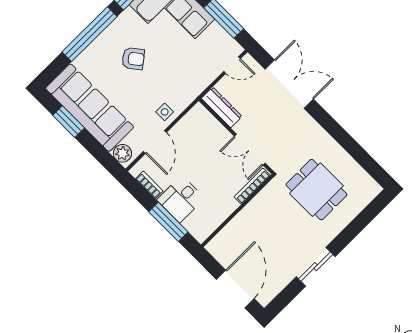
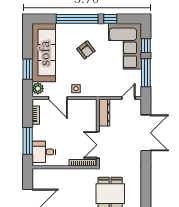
door: (232, 65) -> (128, 98), swing flipped
window: (69, 122) -> (28, 69), moved
door: (155, 142) -> (58, 98), hinge flipped
desk: (181, 199) -> (44, 152), moved

